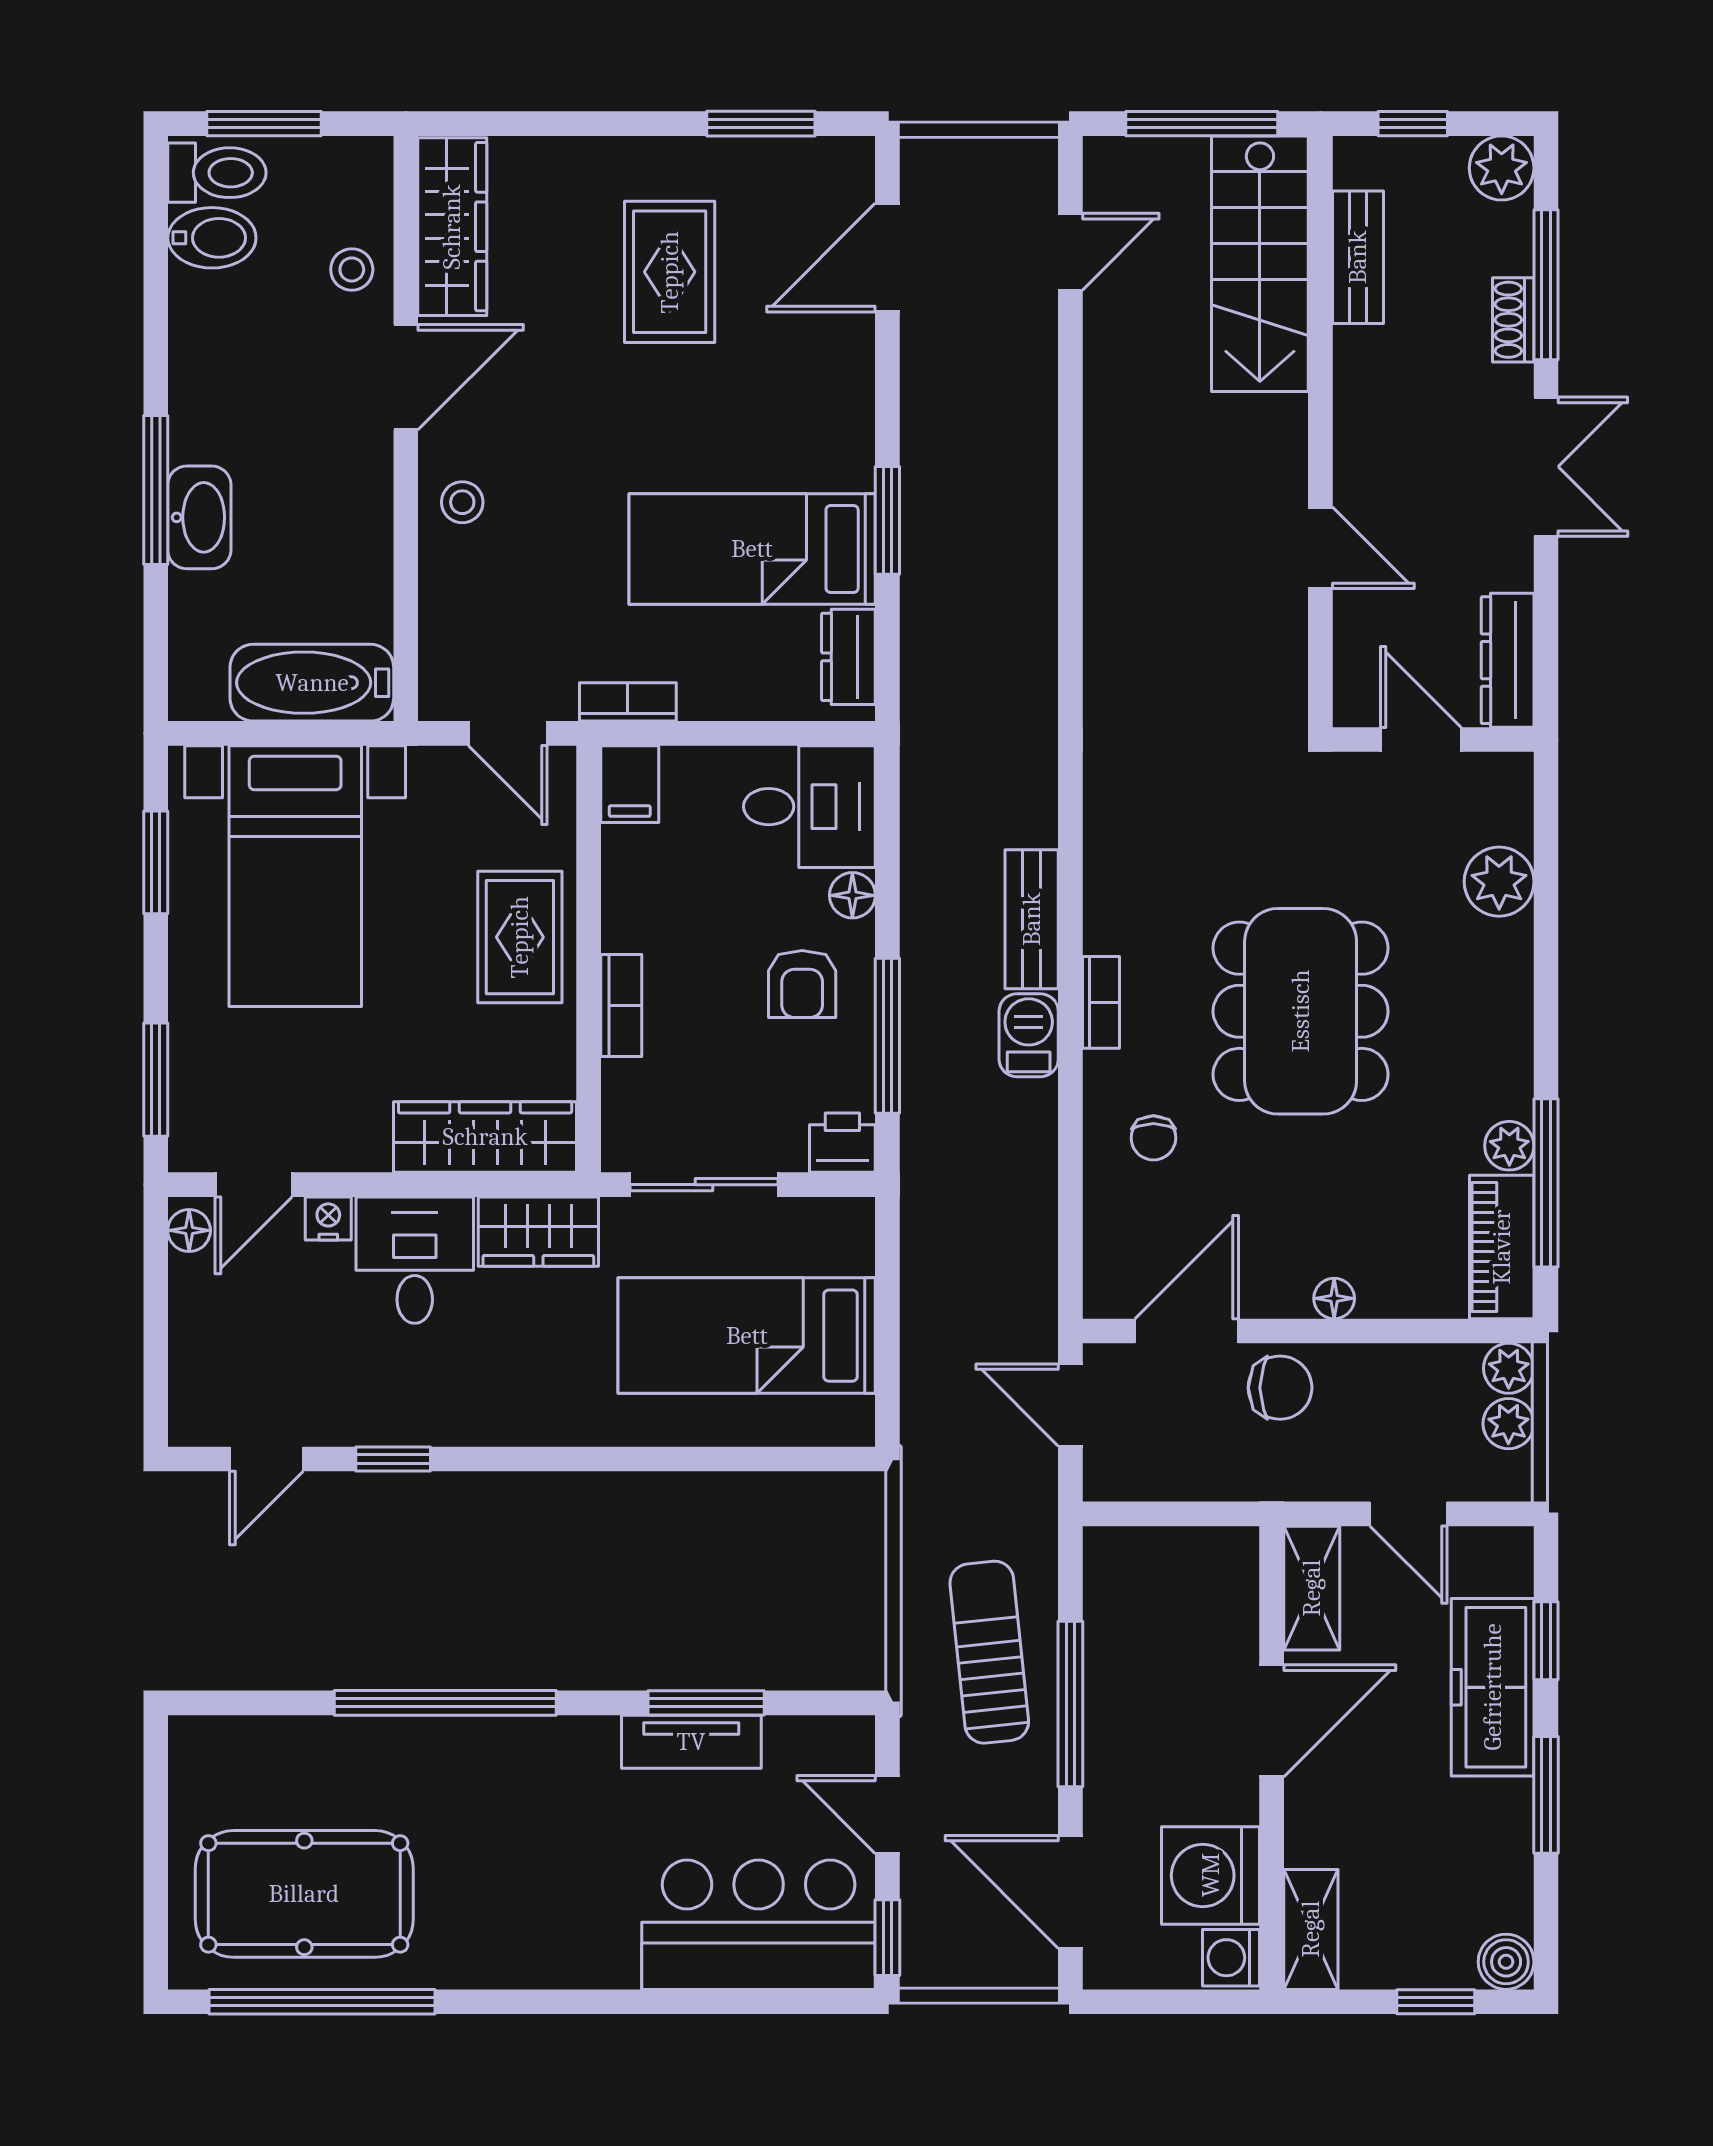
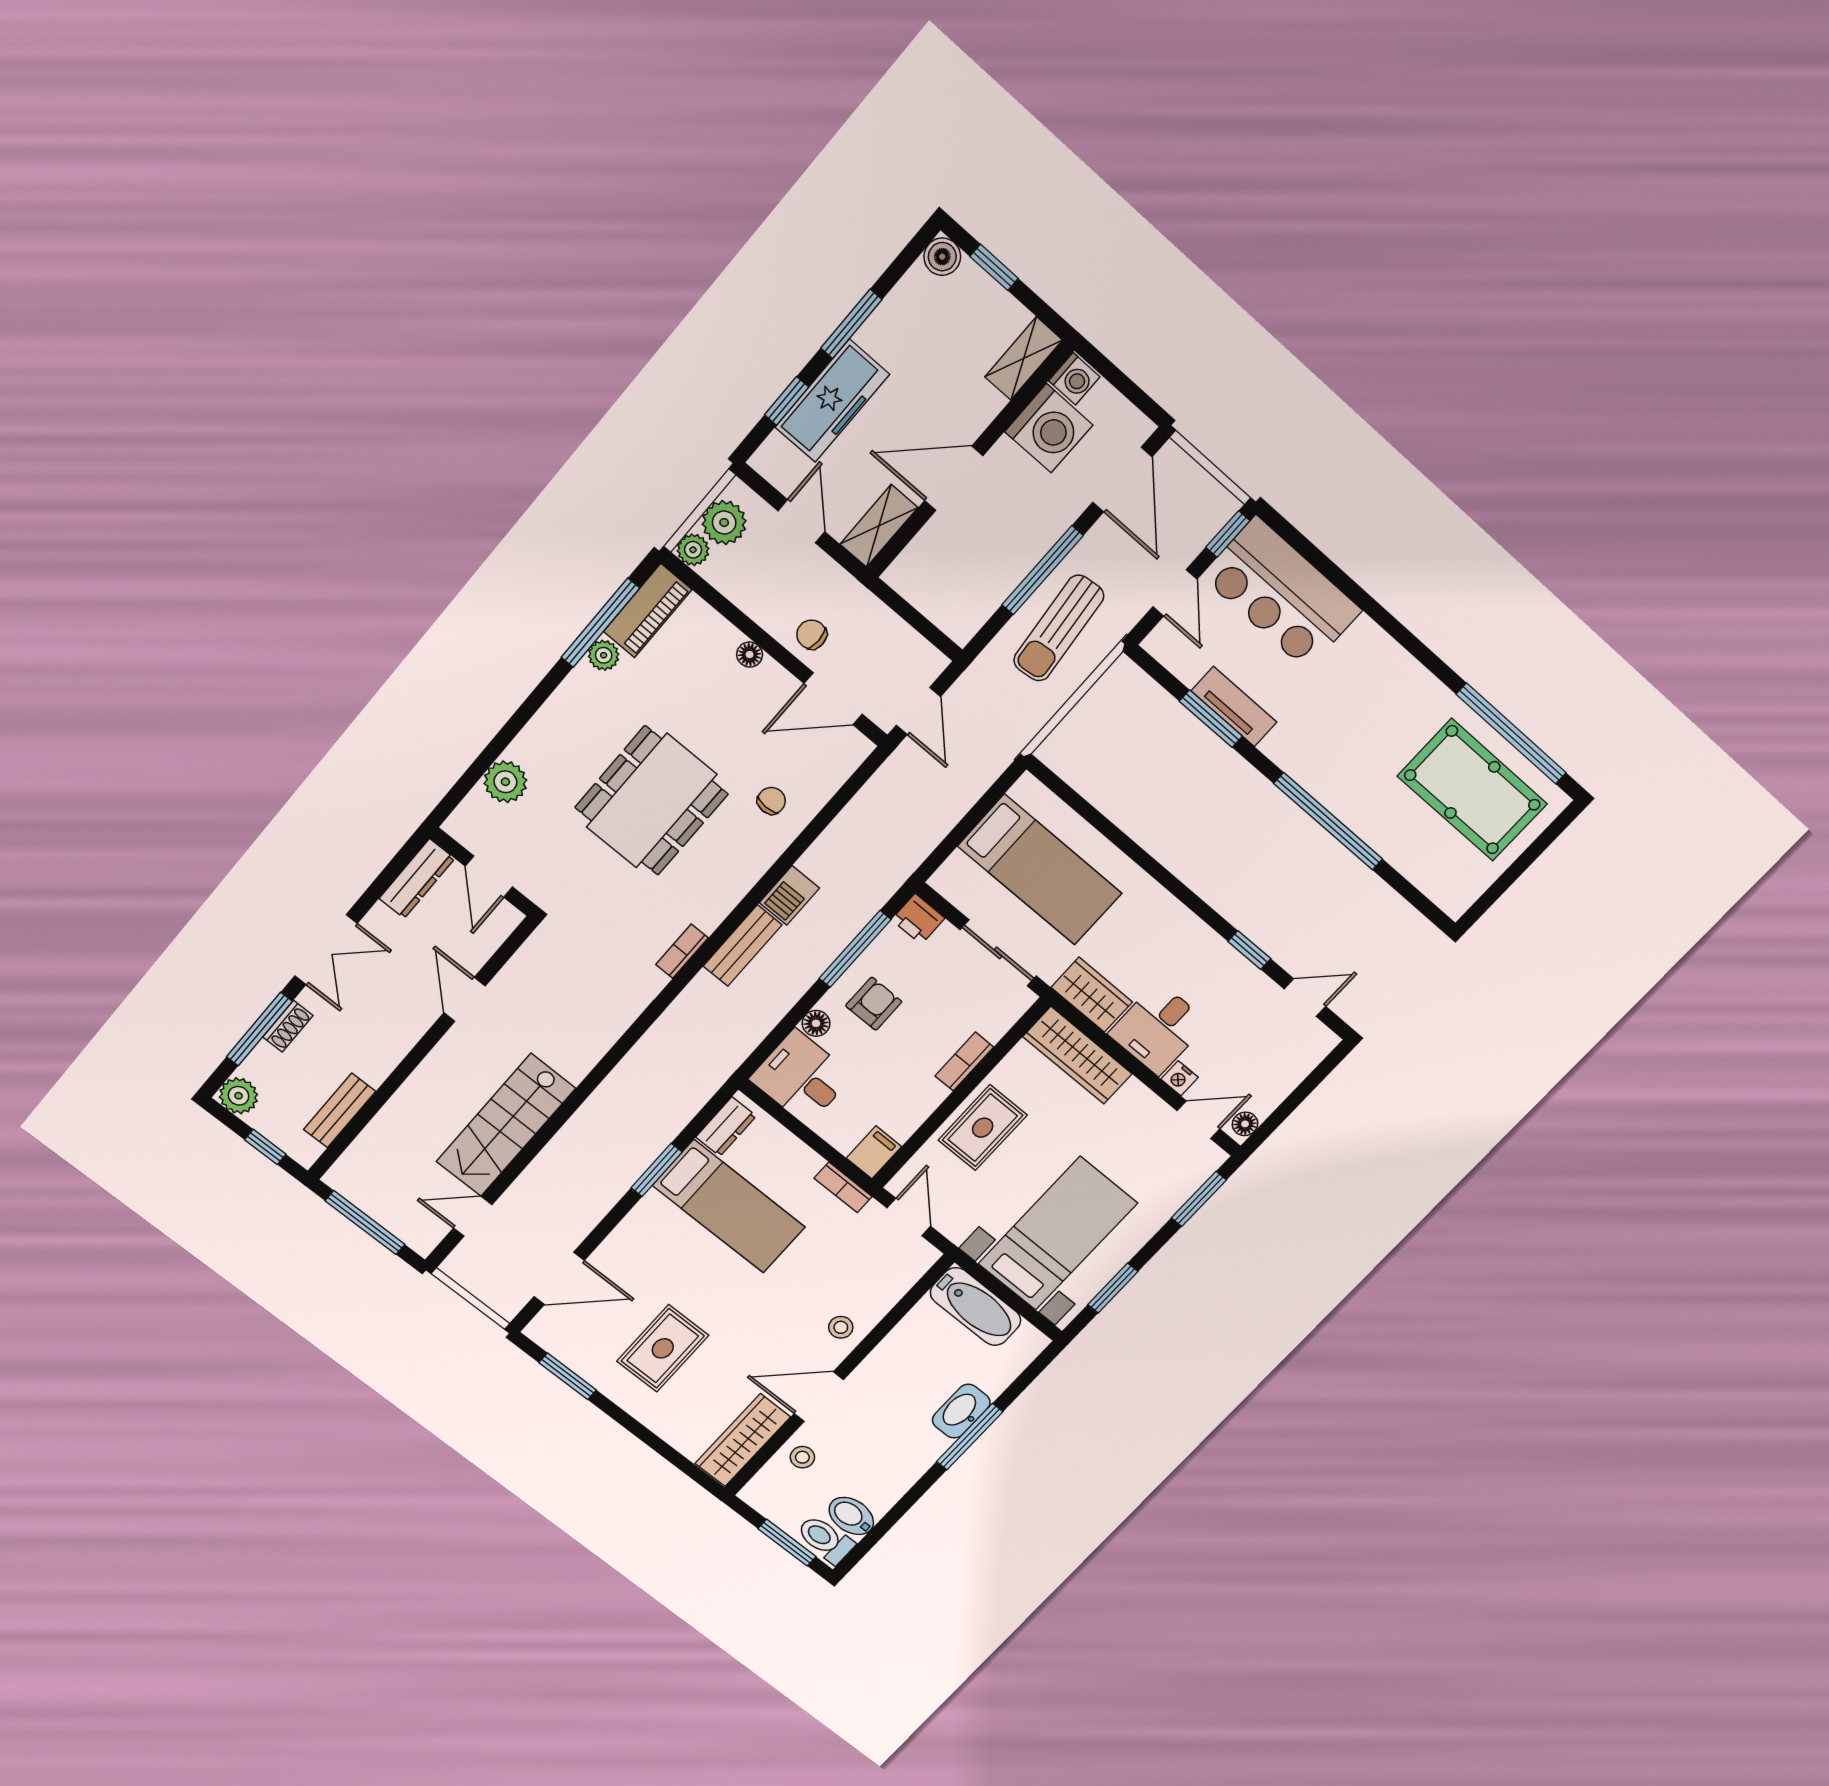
stairs: (1260, 264) -> (506, 1125), moved, turned 180
double door: (1546, 467) -> (326, 950), swing flipped
bookcase: (1101, 1002) -> (682, 951), moved
chair: (1280, 1388) -> (812, 635), width x0.73, depth x0.73
plant: (1508, 1424) -> (724, 523), width x1.38, depth x1.38

